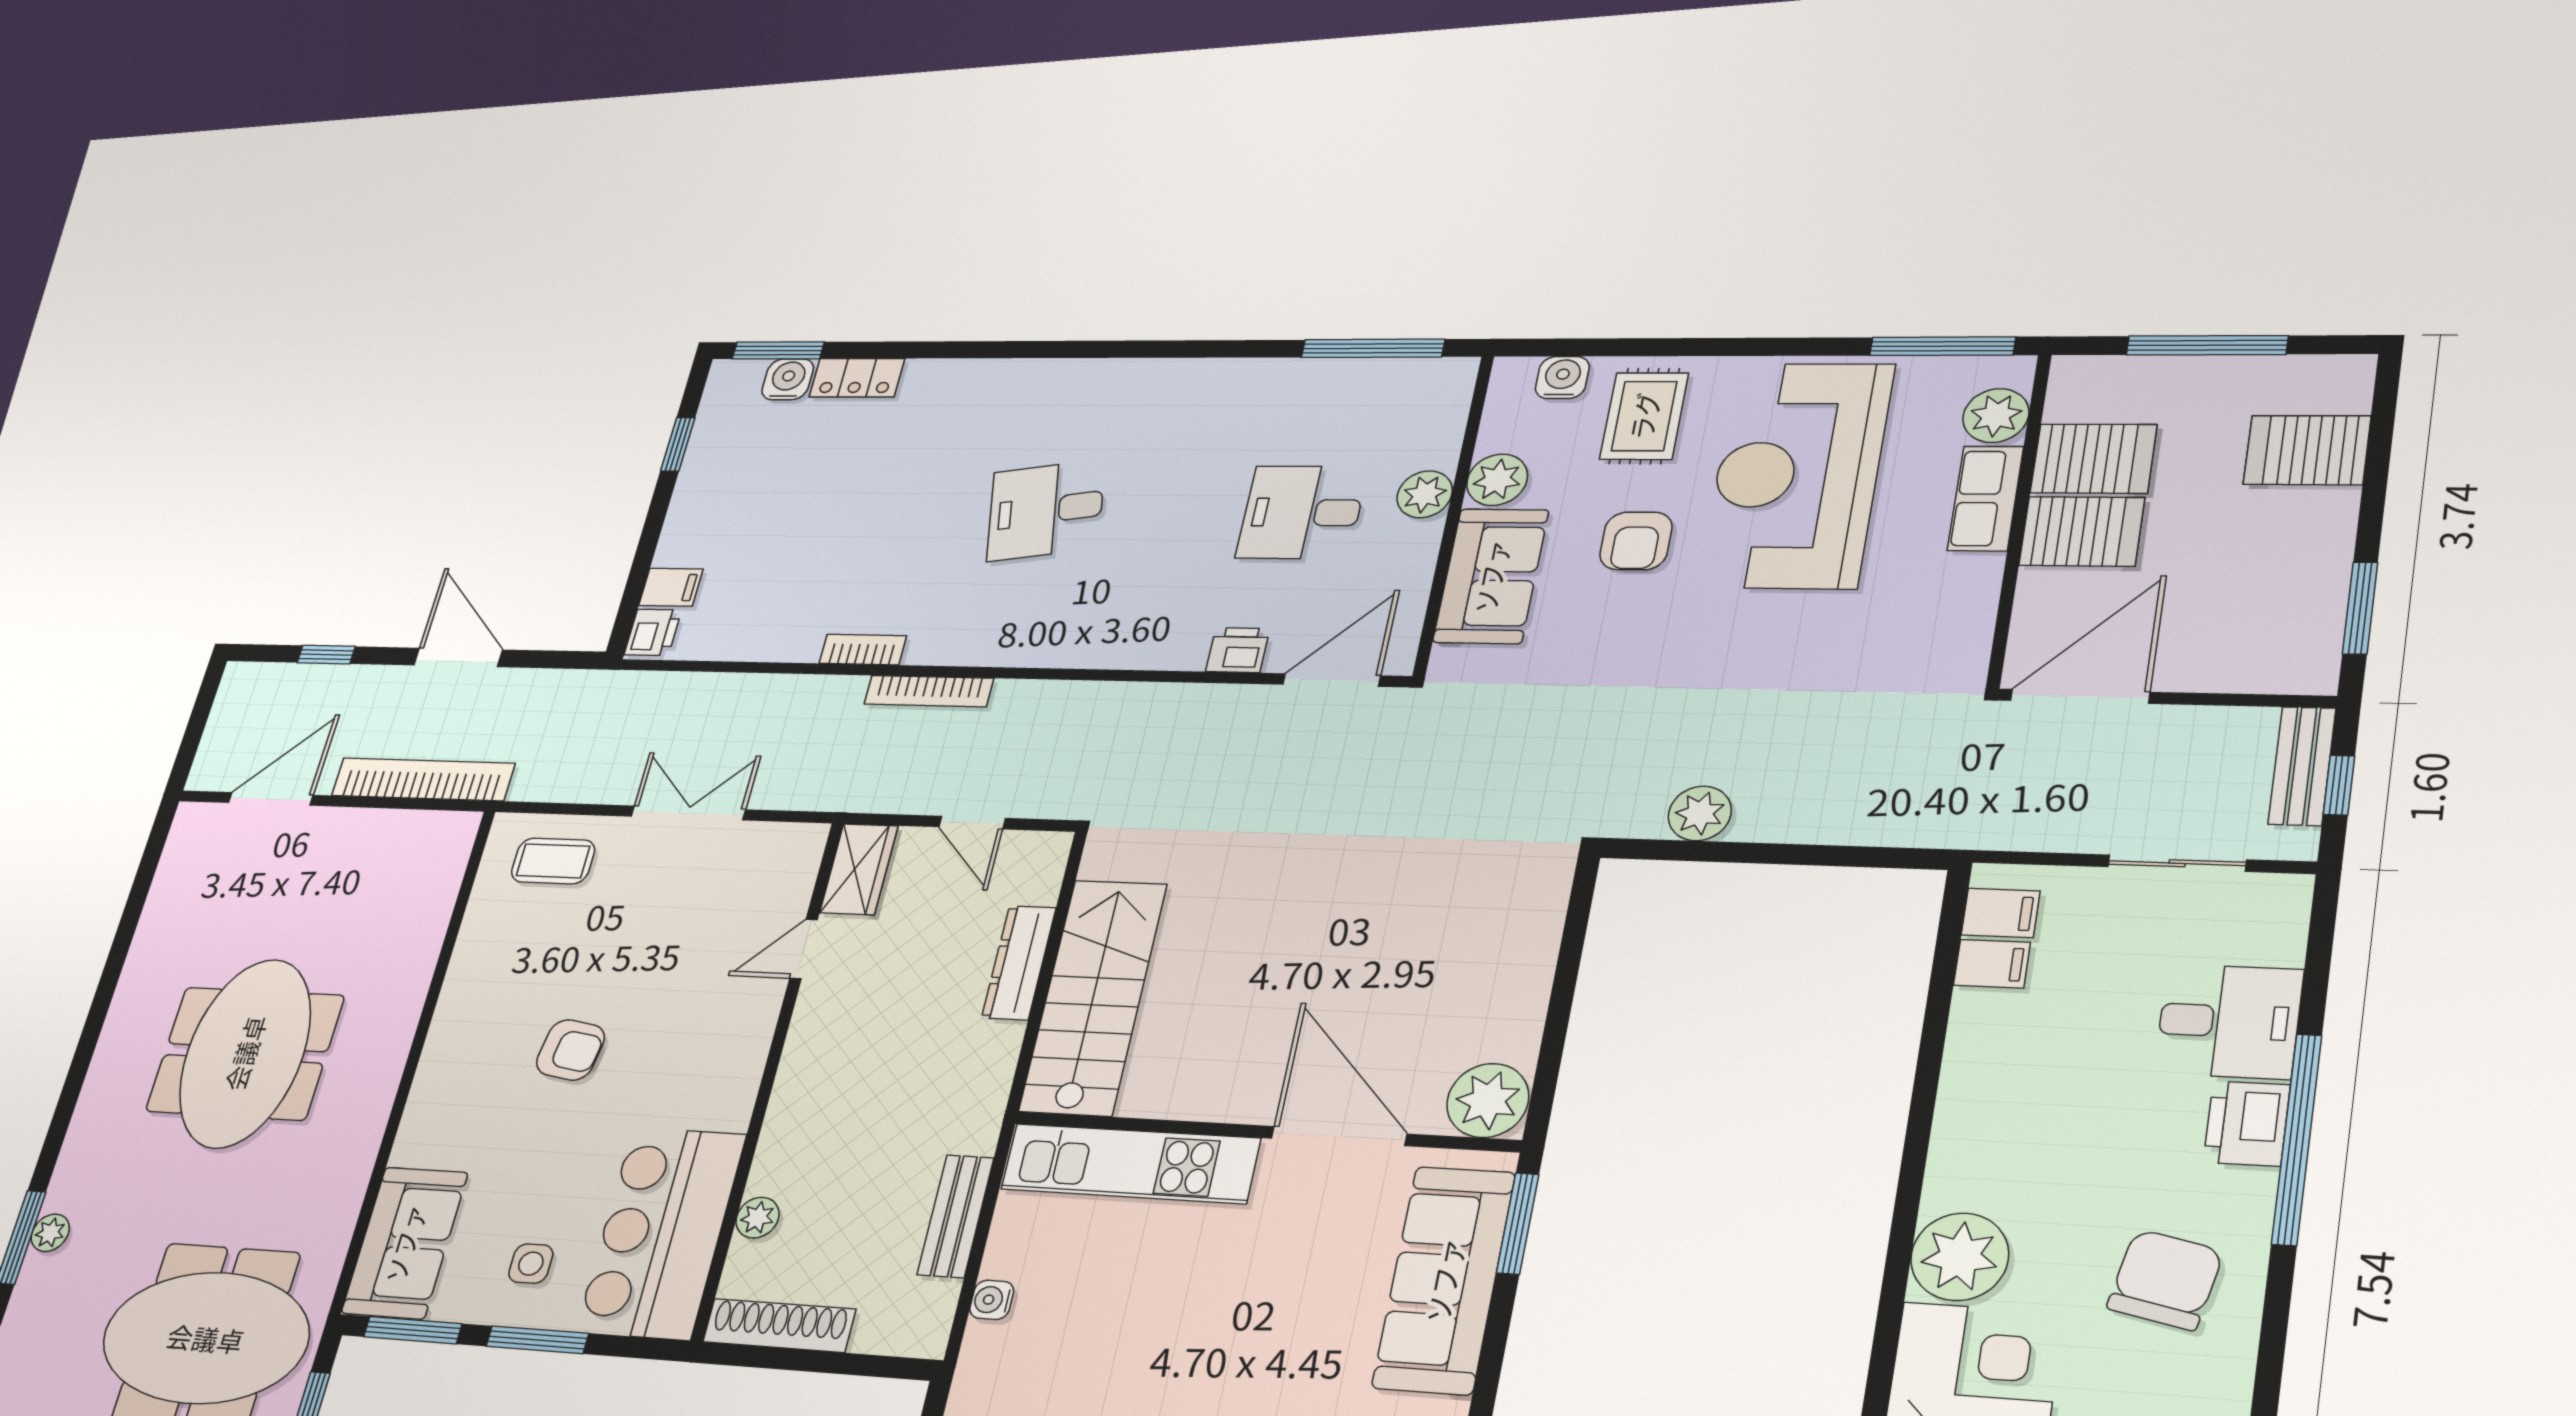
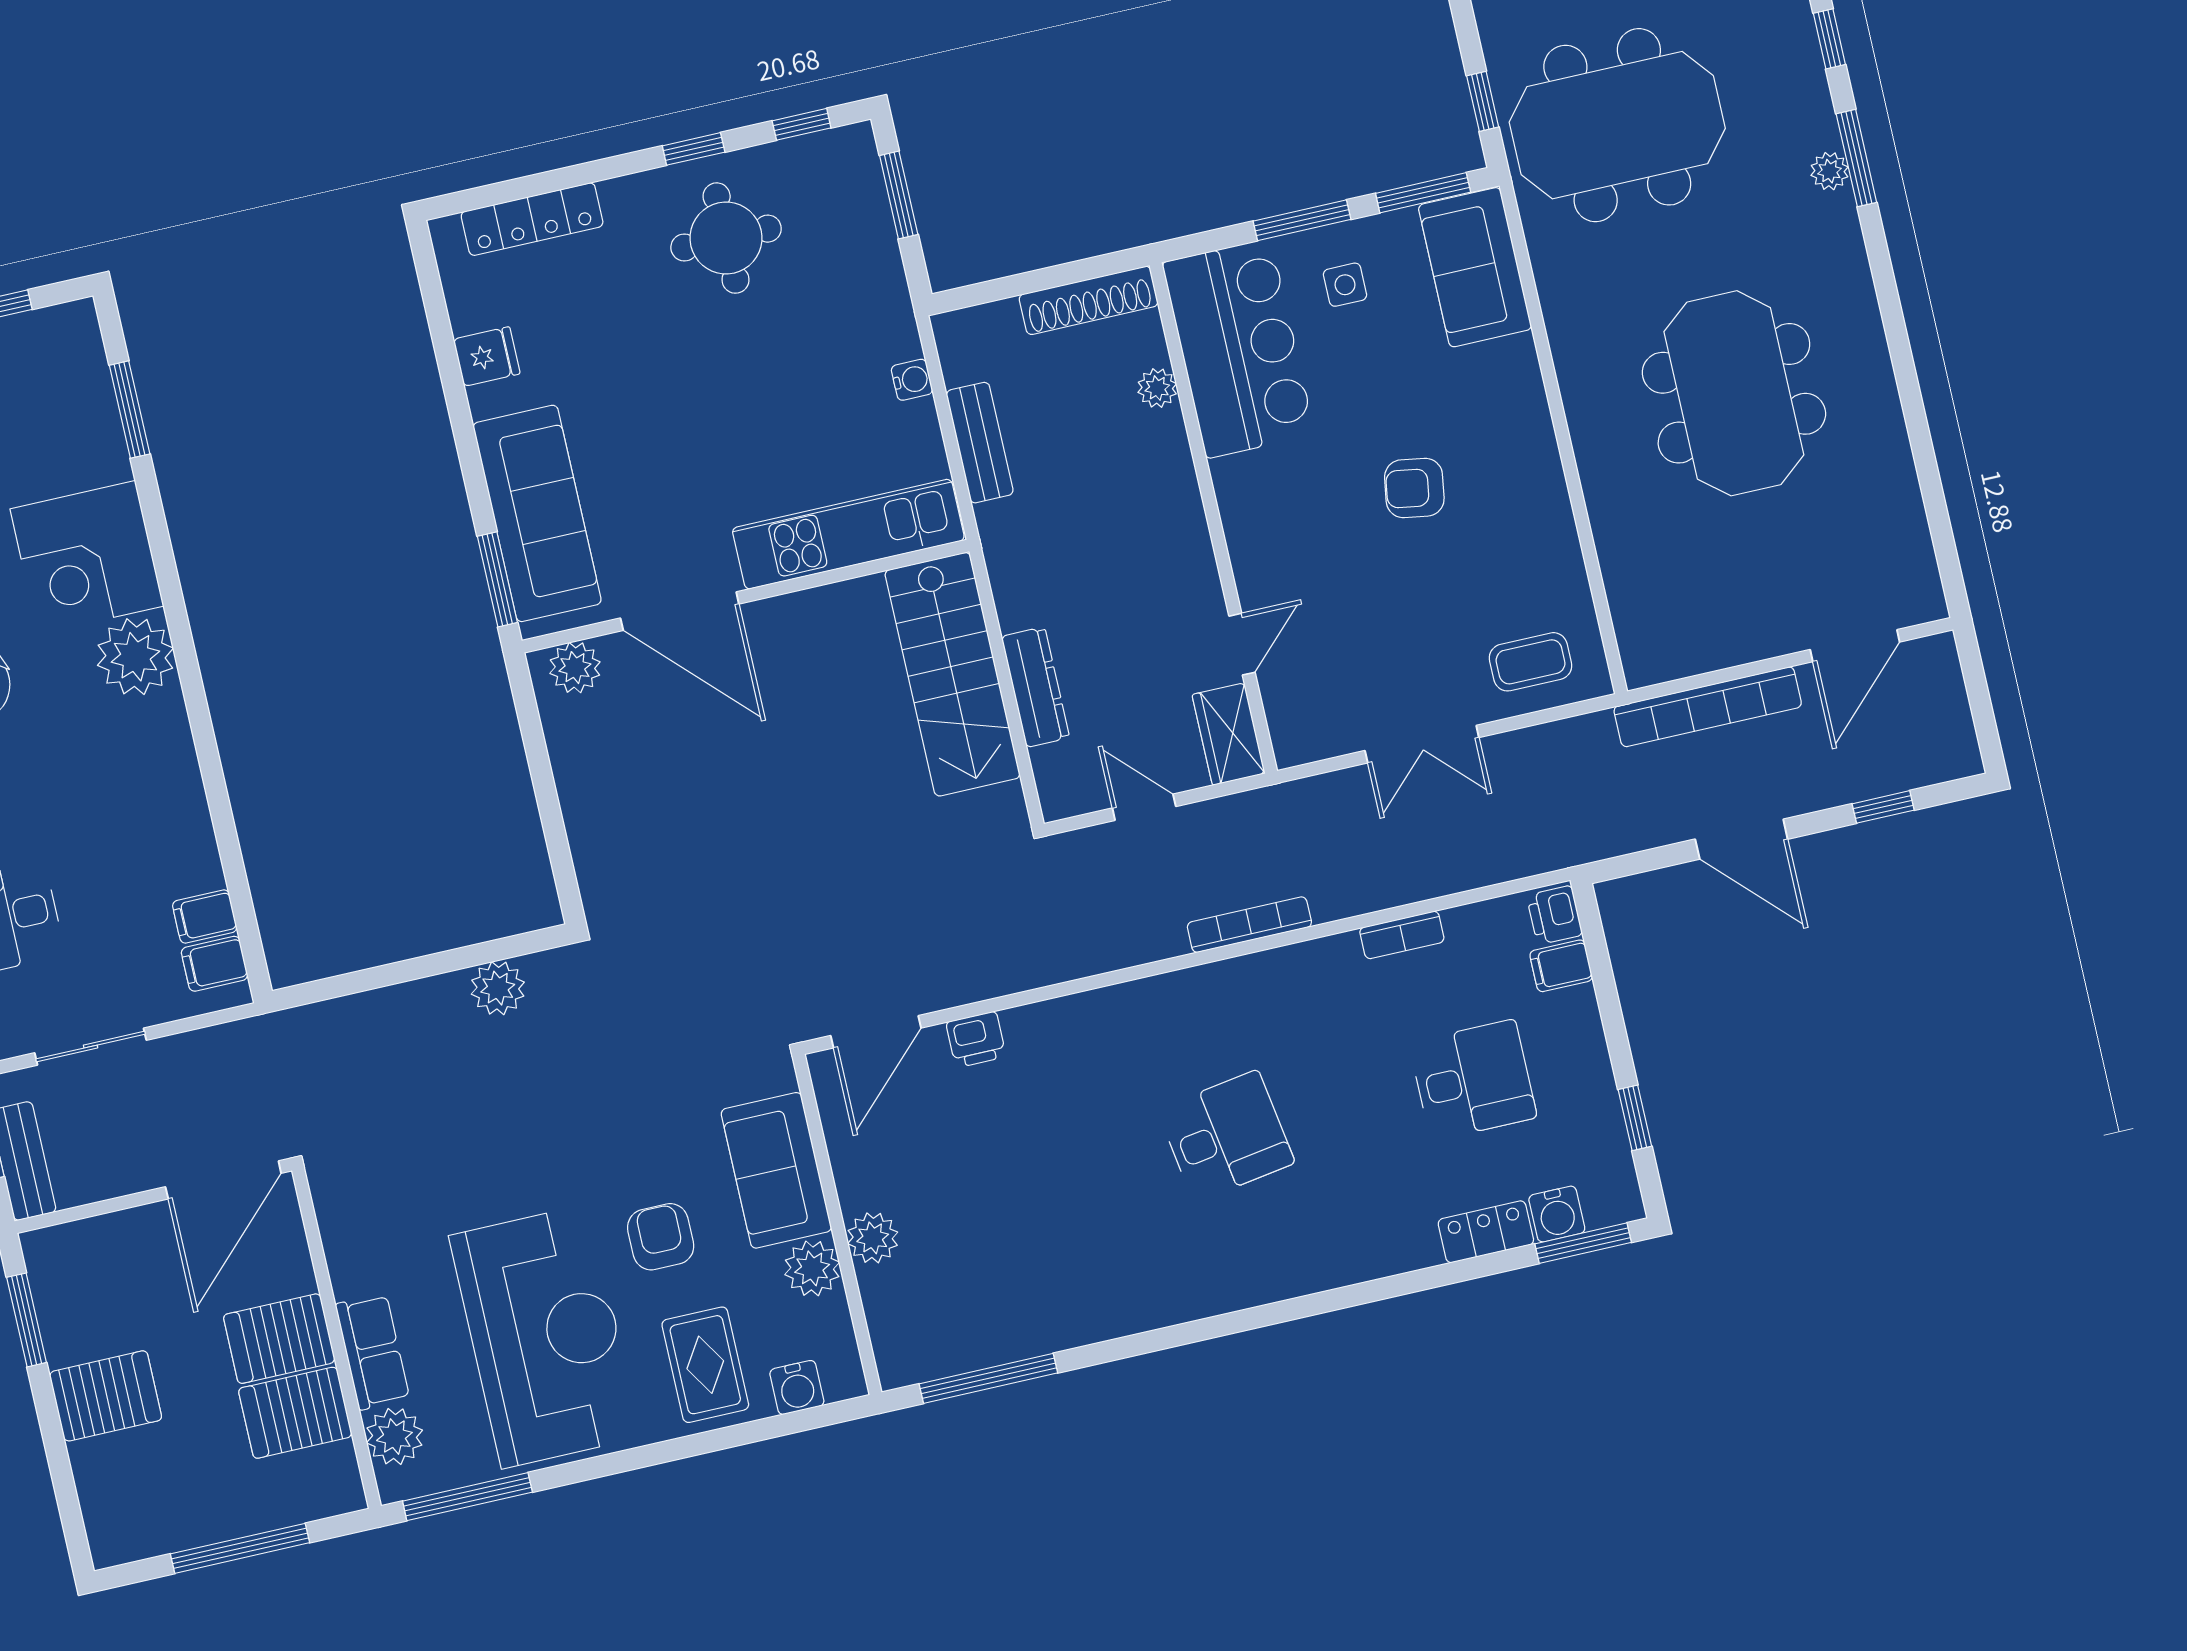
server rack: (2307, 450) -> (106, 1396), moved
desk: (1302, 512) -> (1473, 1080), moved
bookcase: (863, 649) -> (1402, 935), moved
plant: (1488, 1100) -> (575, 668), width x0.73, depth x0.73

